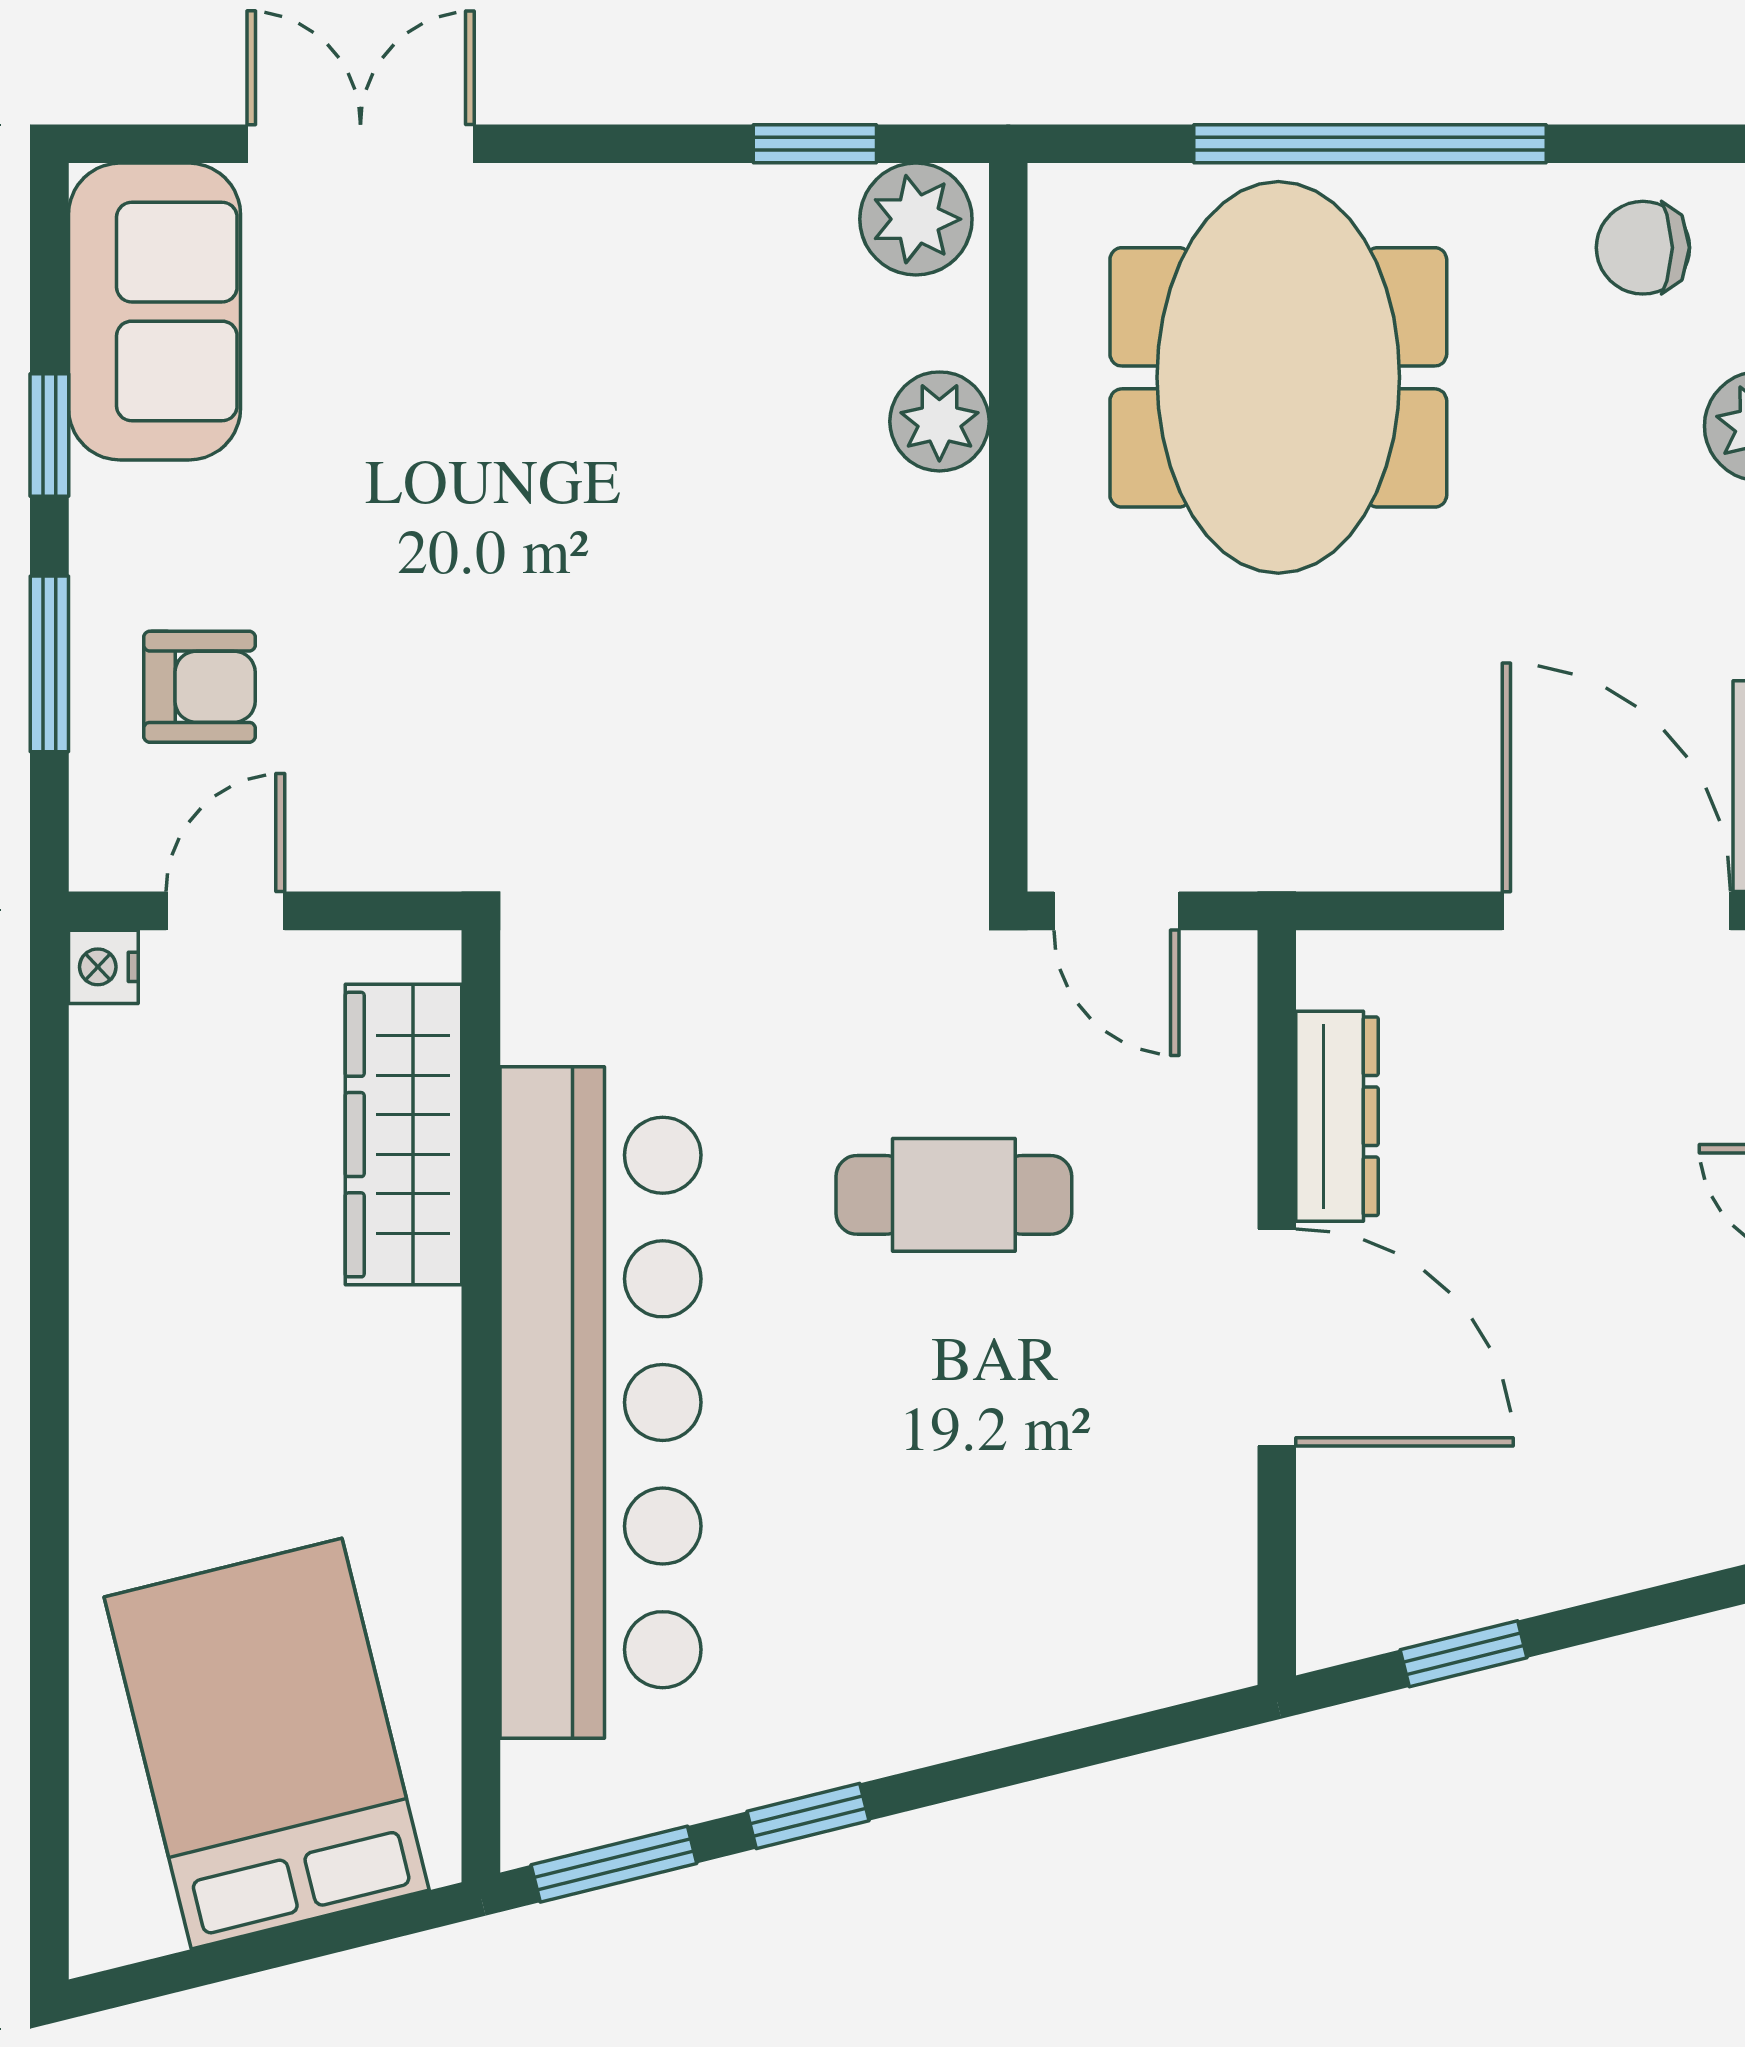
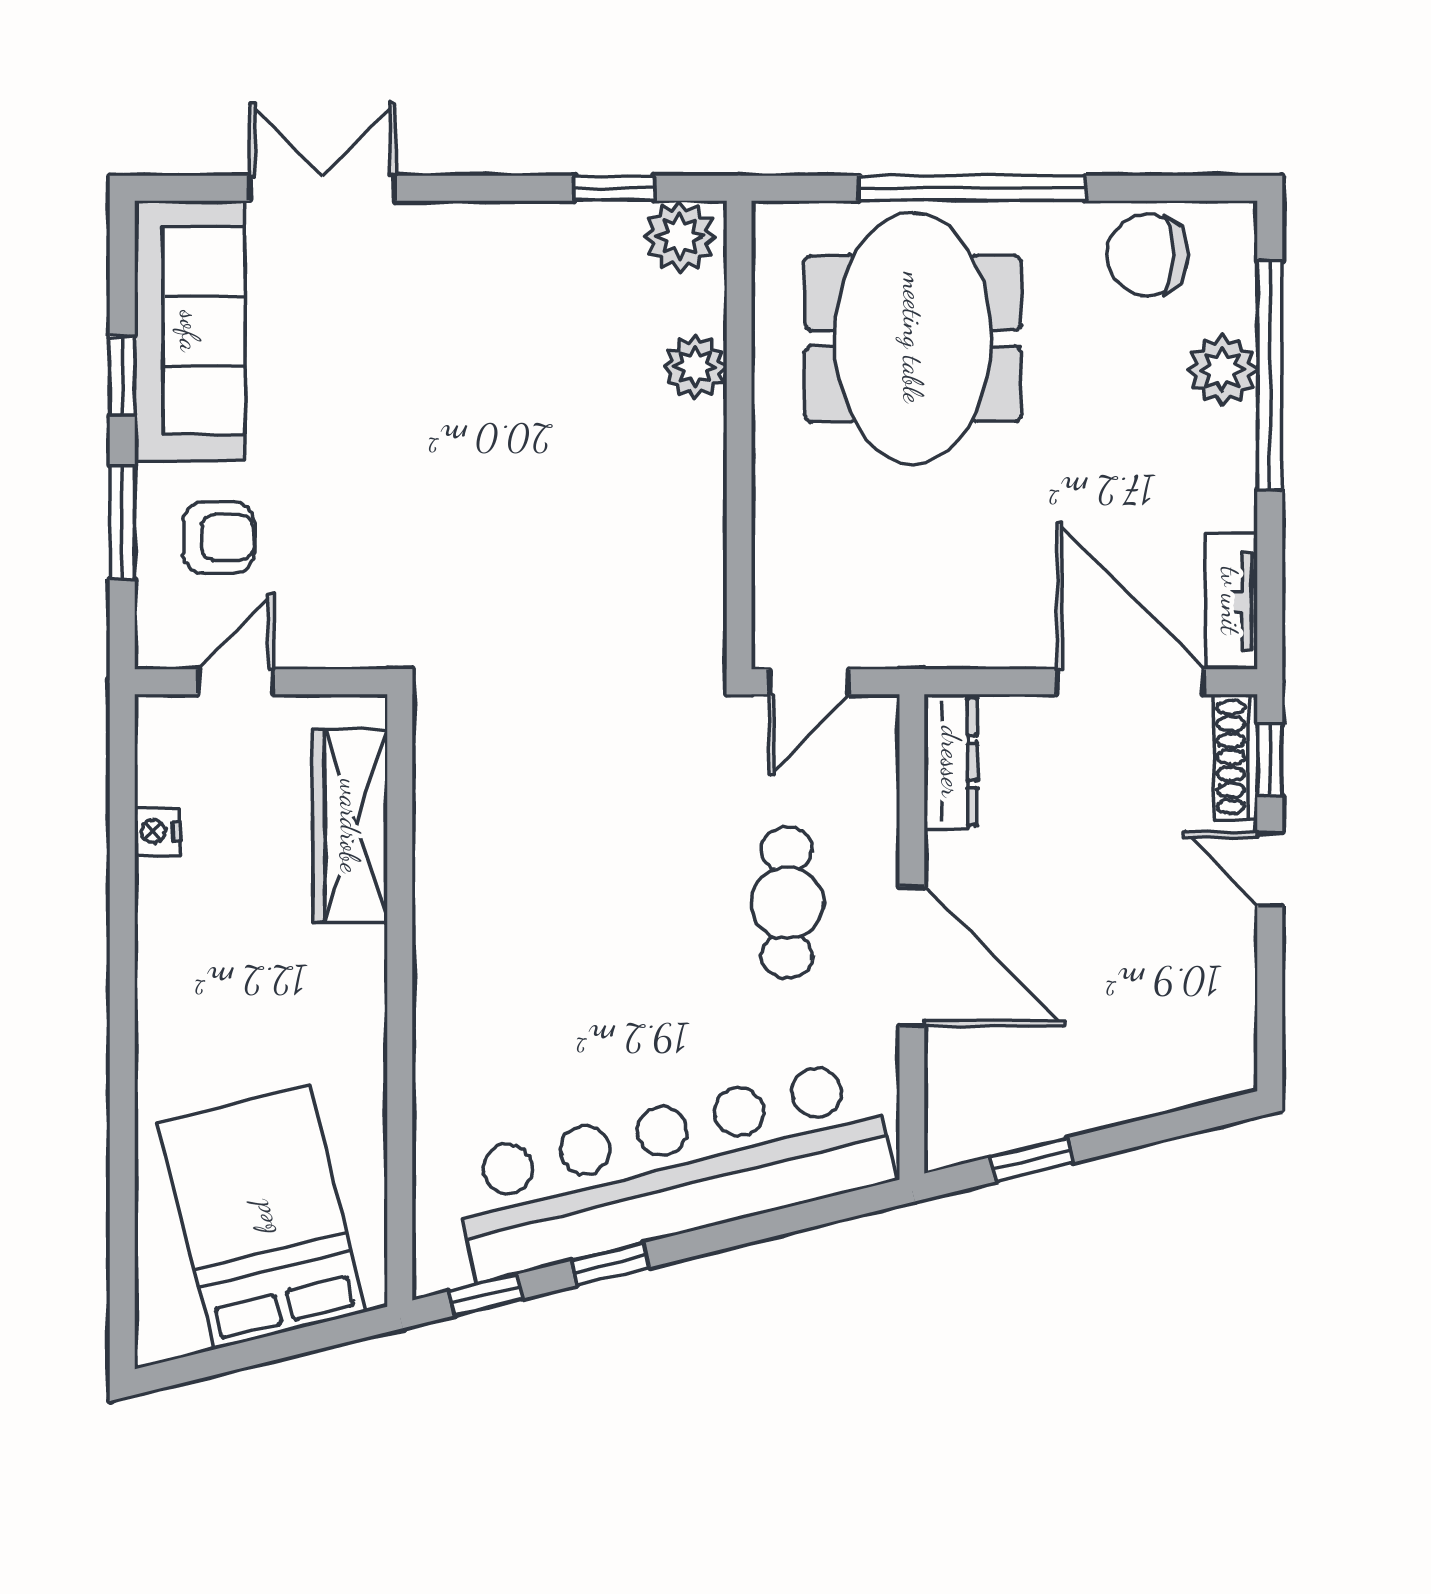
chair: (1643, 248) -> (1147, 255), width x1.37, depth x1.37
sofa: (154, 312) -> (190, 331), width x1.36
door: (1116, 911) -> (809, 682), hinge flipped
nightstand: (103, 967) -> (157, 831), moved
dresser: (1337, 1116) -> (951, 762), moved
cafe table: (954, 1195) -> (787, 903), moved, turned 90
bar counter: (600, 1402) -> (672, 1170), moved, turned -104
window: (614, 1864) -> (485, 1295), width x0.67

